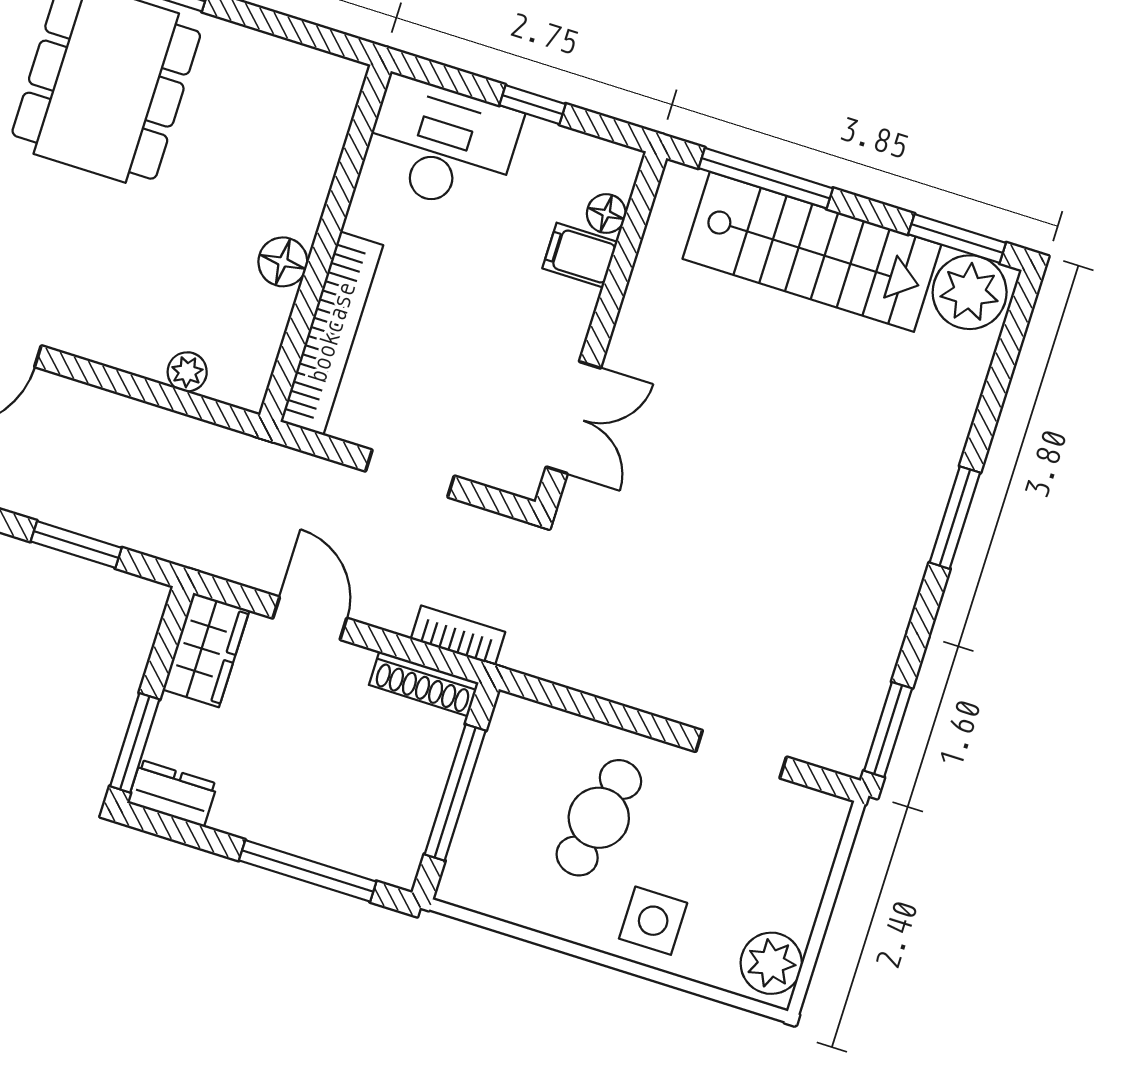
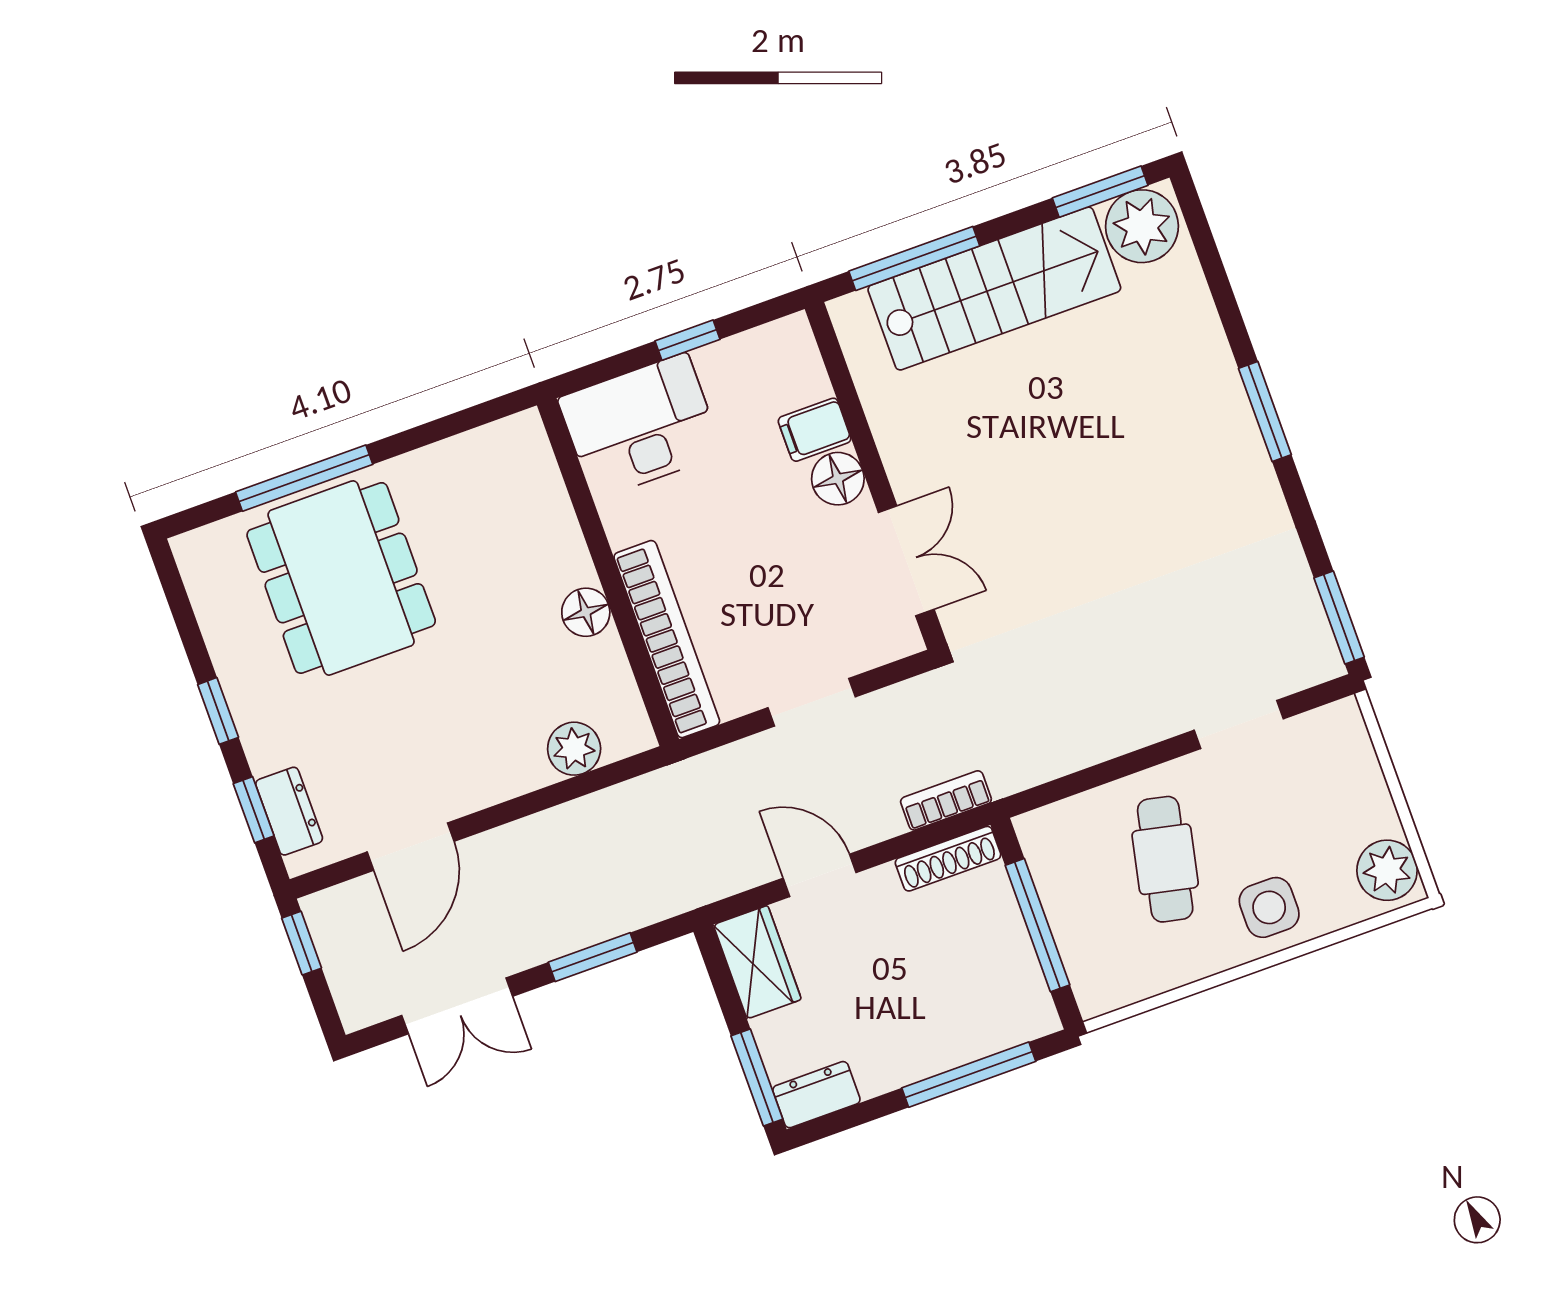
floor lamp: (606, 214) -> (838, 479), moved, width x1.37, depth x1.37
plant: (187, 372) -> (574, 749), width x1.38, depth x1.38

